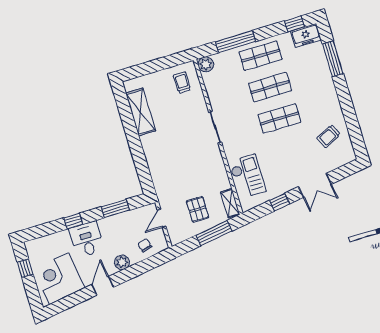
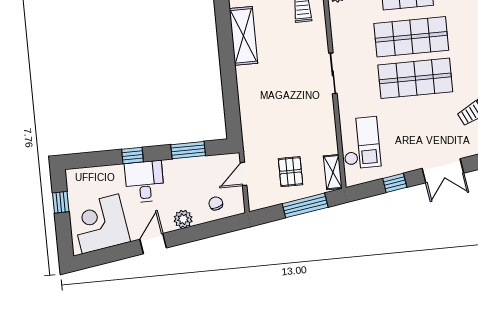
shop shelf: (270, 87) -> (411, 37), width x1.43, depth x1.36
shop shelf: (279, 118) -> (415, 78), width x1.43, depth x1.36

